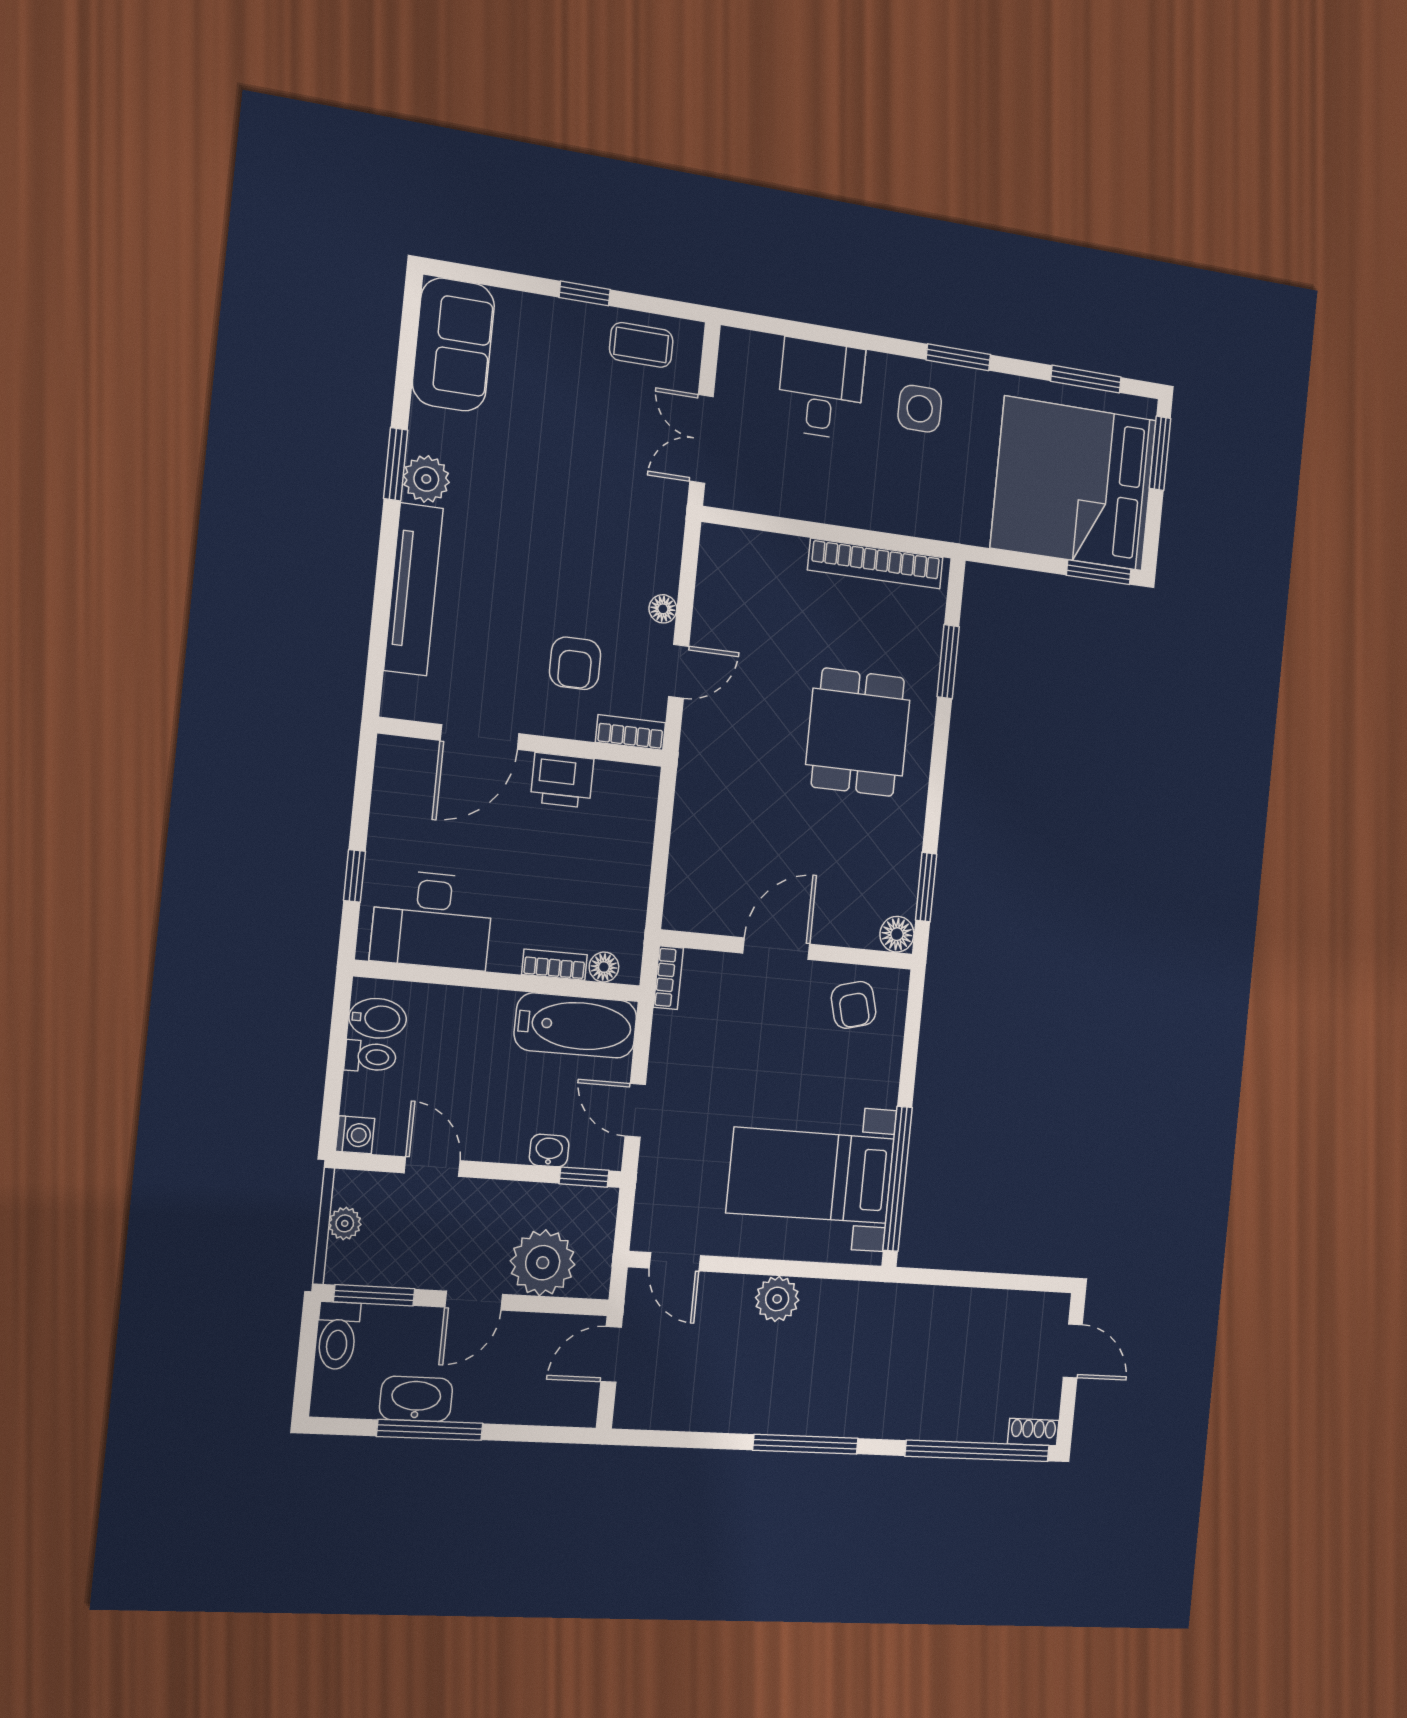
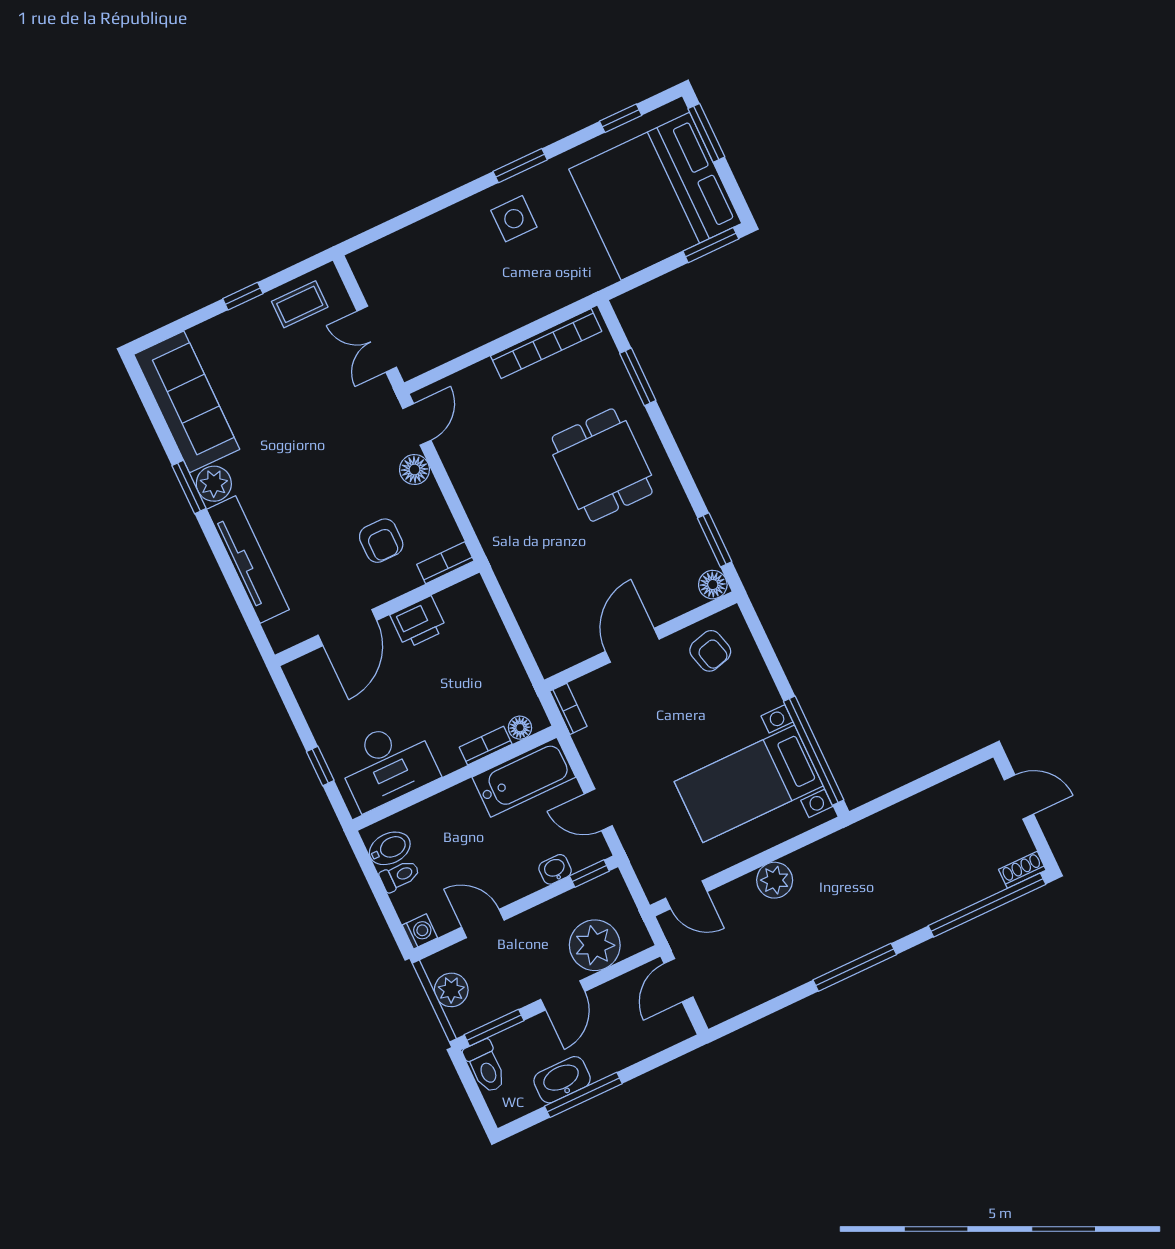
sofa: (453, 345) -> (187, 402), width x1.36
window: (1086, 379) -> (621, 118), width x0.67
desk: (821, 389) -> (438, 252), removed
floor lamp: (663, 609) -> (415, 470), width x1.37, depth x1.37
door: (679, 671) -> (417, 424), moved
plant: (345, 1223) -> (451, 990), width x1.38, depth x1.38

